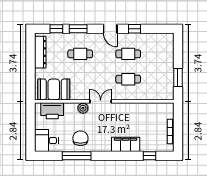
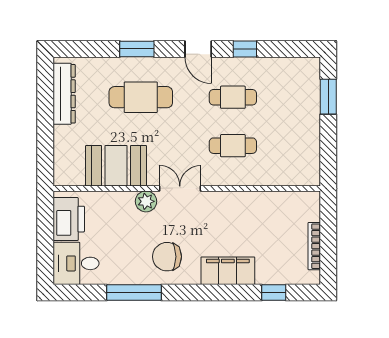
window: (56, 29) -> (95, 49), removed
cafe table: (80, 54) -> (141, 97), width x1.37, depth x1.35
window: (178, 78) -> (328, 97), moved
booth: (54, 90) -> (116, 166), moved
printer: (52, 111) -> (69, 219), moved, turned -90
chair: (80, 138) -> (167, 257), moved, turned -90

